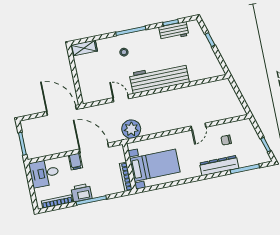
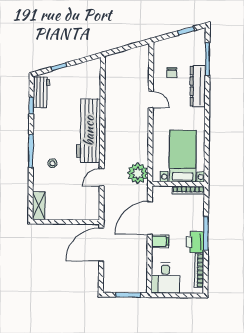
workbench: (174, 31) -> (41, 92), moved

